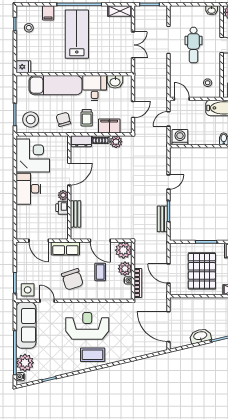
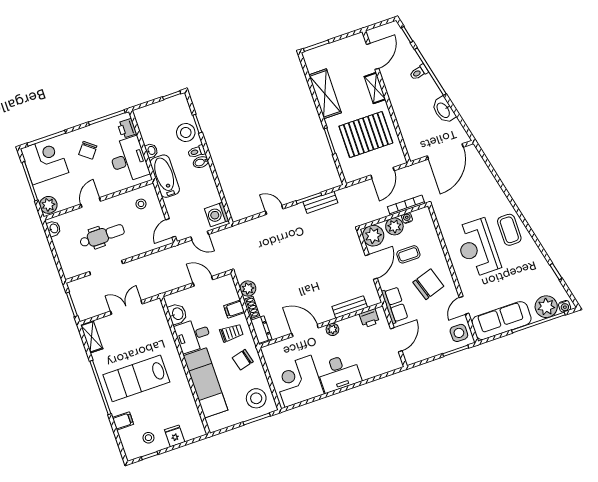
fridge: (23, 67) -> (175, 436), moved
filing cabinet: (109, 126) -> (234, 309), width x0.50
printer: (62, 208) -> (369, 318), moved

